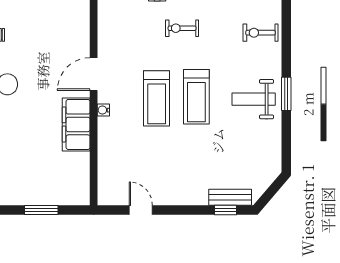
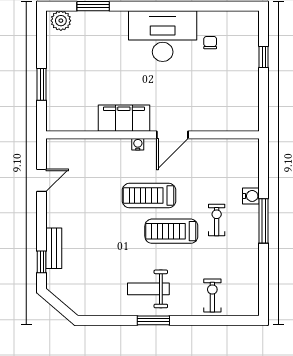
door: (94, 74) -> (172, 135), swing flipped
treadmill: (196, 97) -> (171, 231), moved
weight bench: (254, 99) -> (148, 289), turned -90
bench: (230, 197) -> (54, 248), moved

